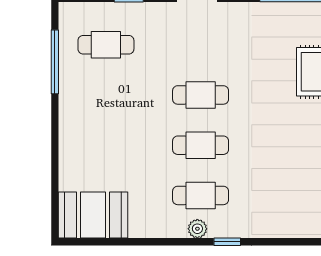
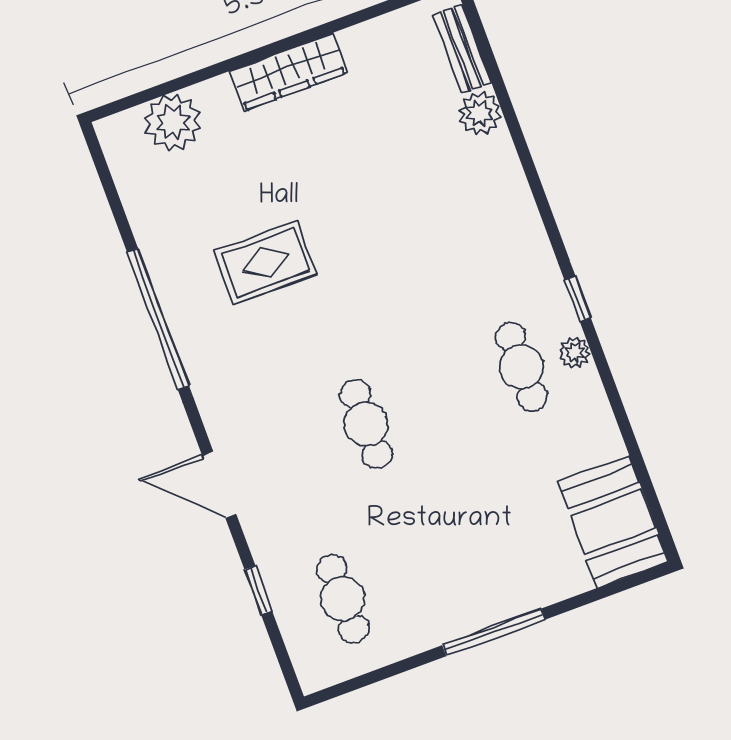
window: (55, 62) -> (494, 632), moved
cafe table: (201, 145) -> (444, 395), removed

